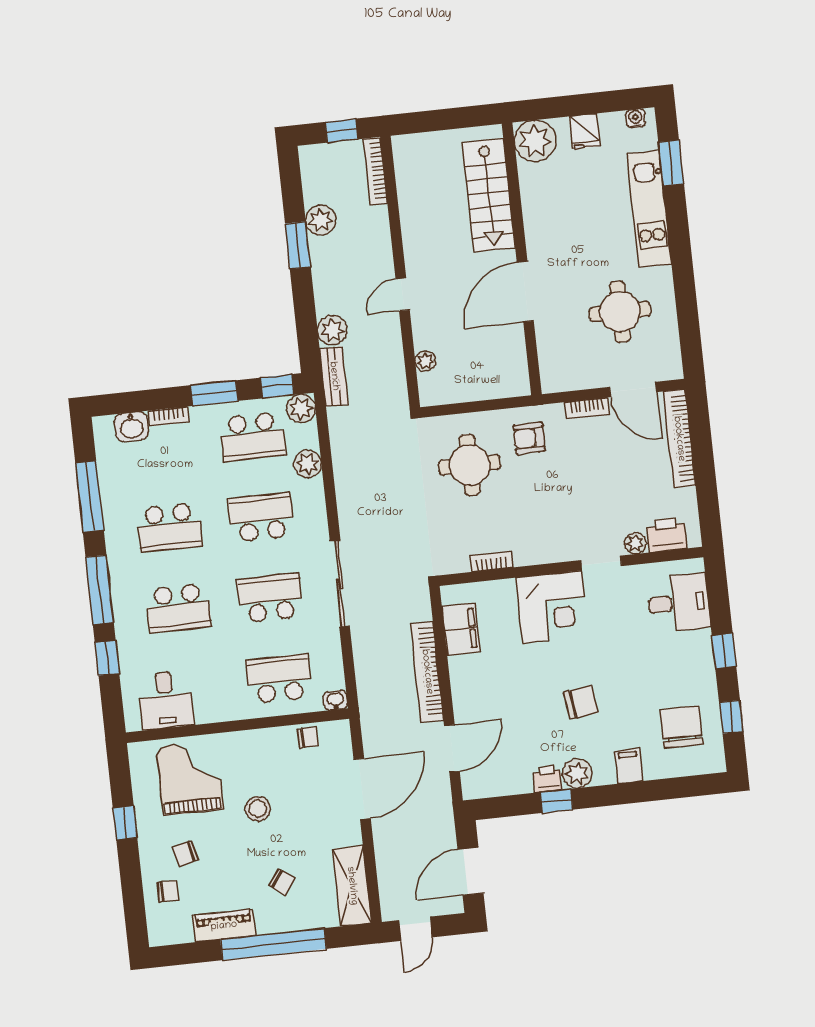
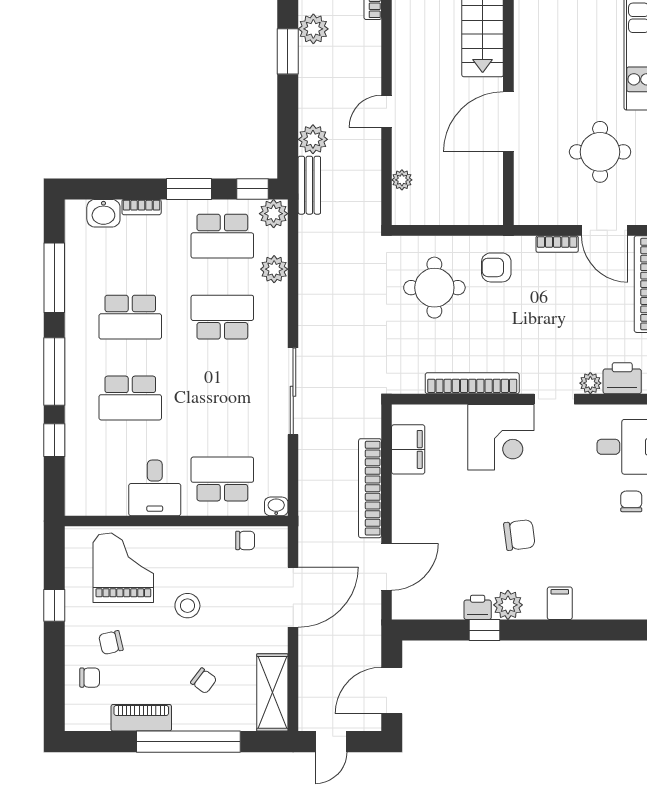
bookcase: (491, 562) -> (472, 383), width x2.31, depth x1.31
school desk: (270, 598) -> (222, 398), removed
desk: (166, 700) -> (155, 488), moved
chair: (681, 727) -> (631, 501), moved, width x0.54, depth x0.54

